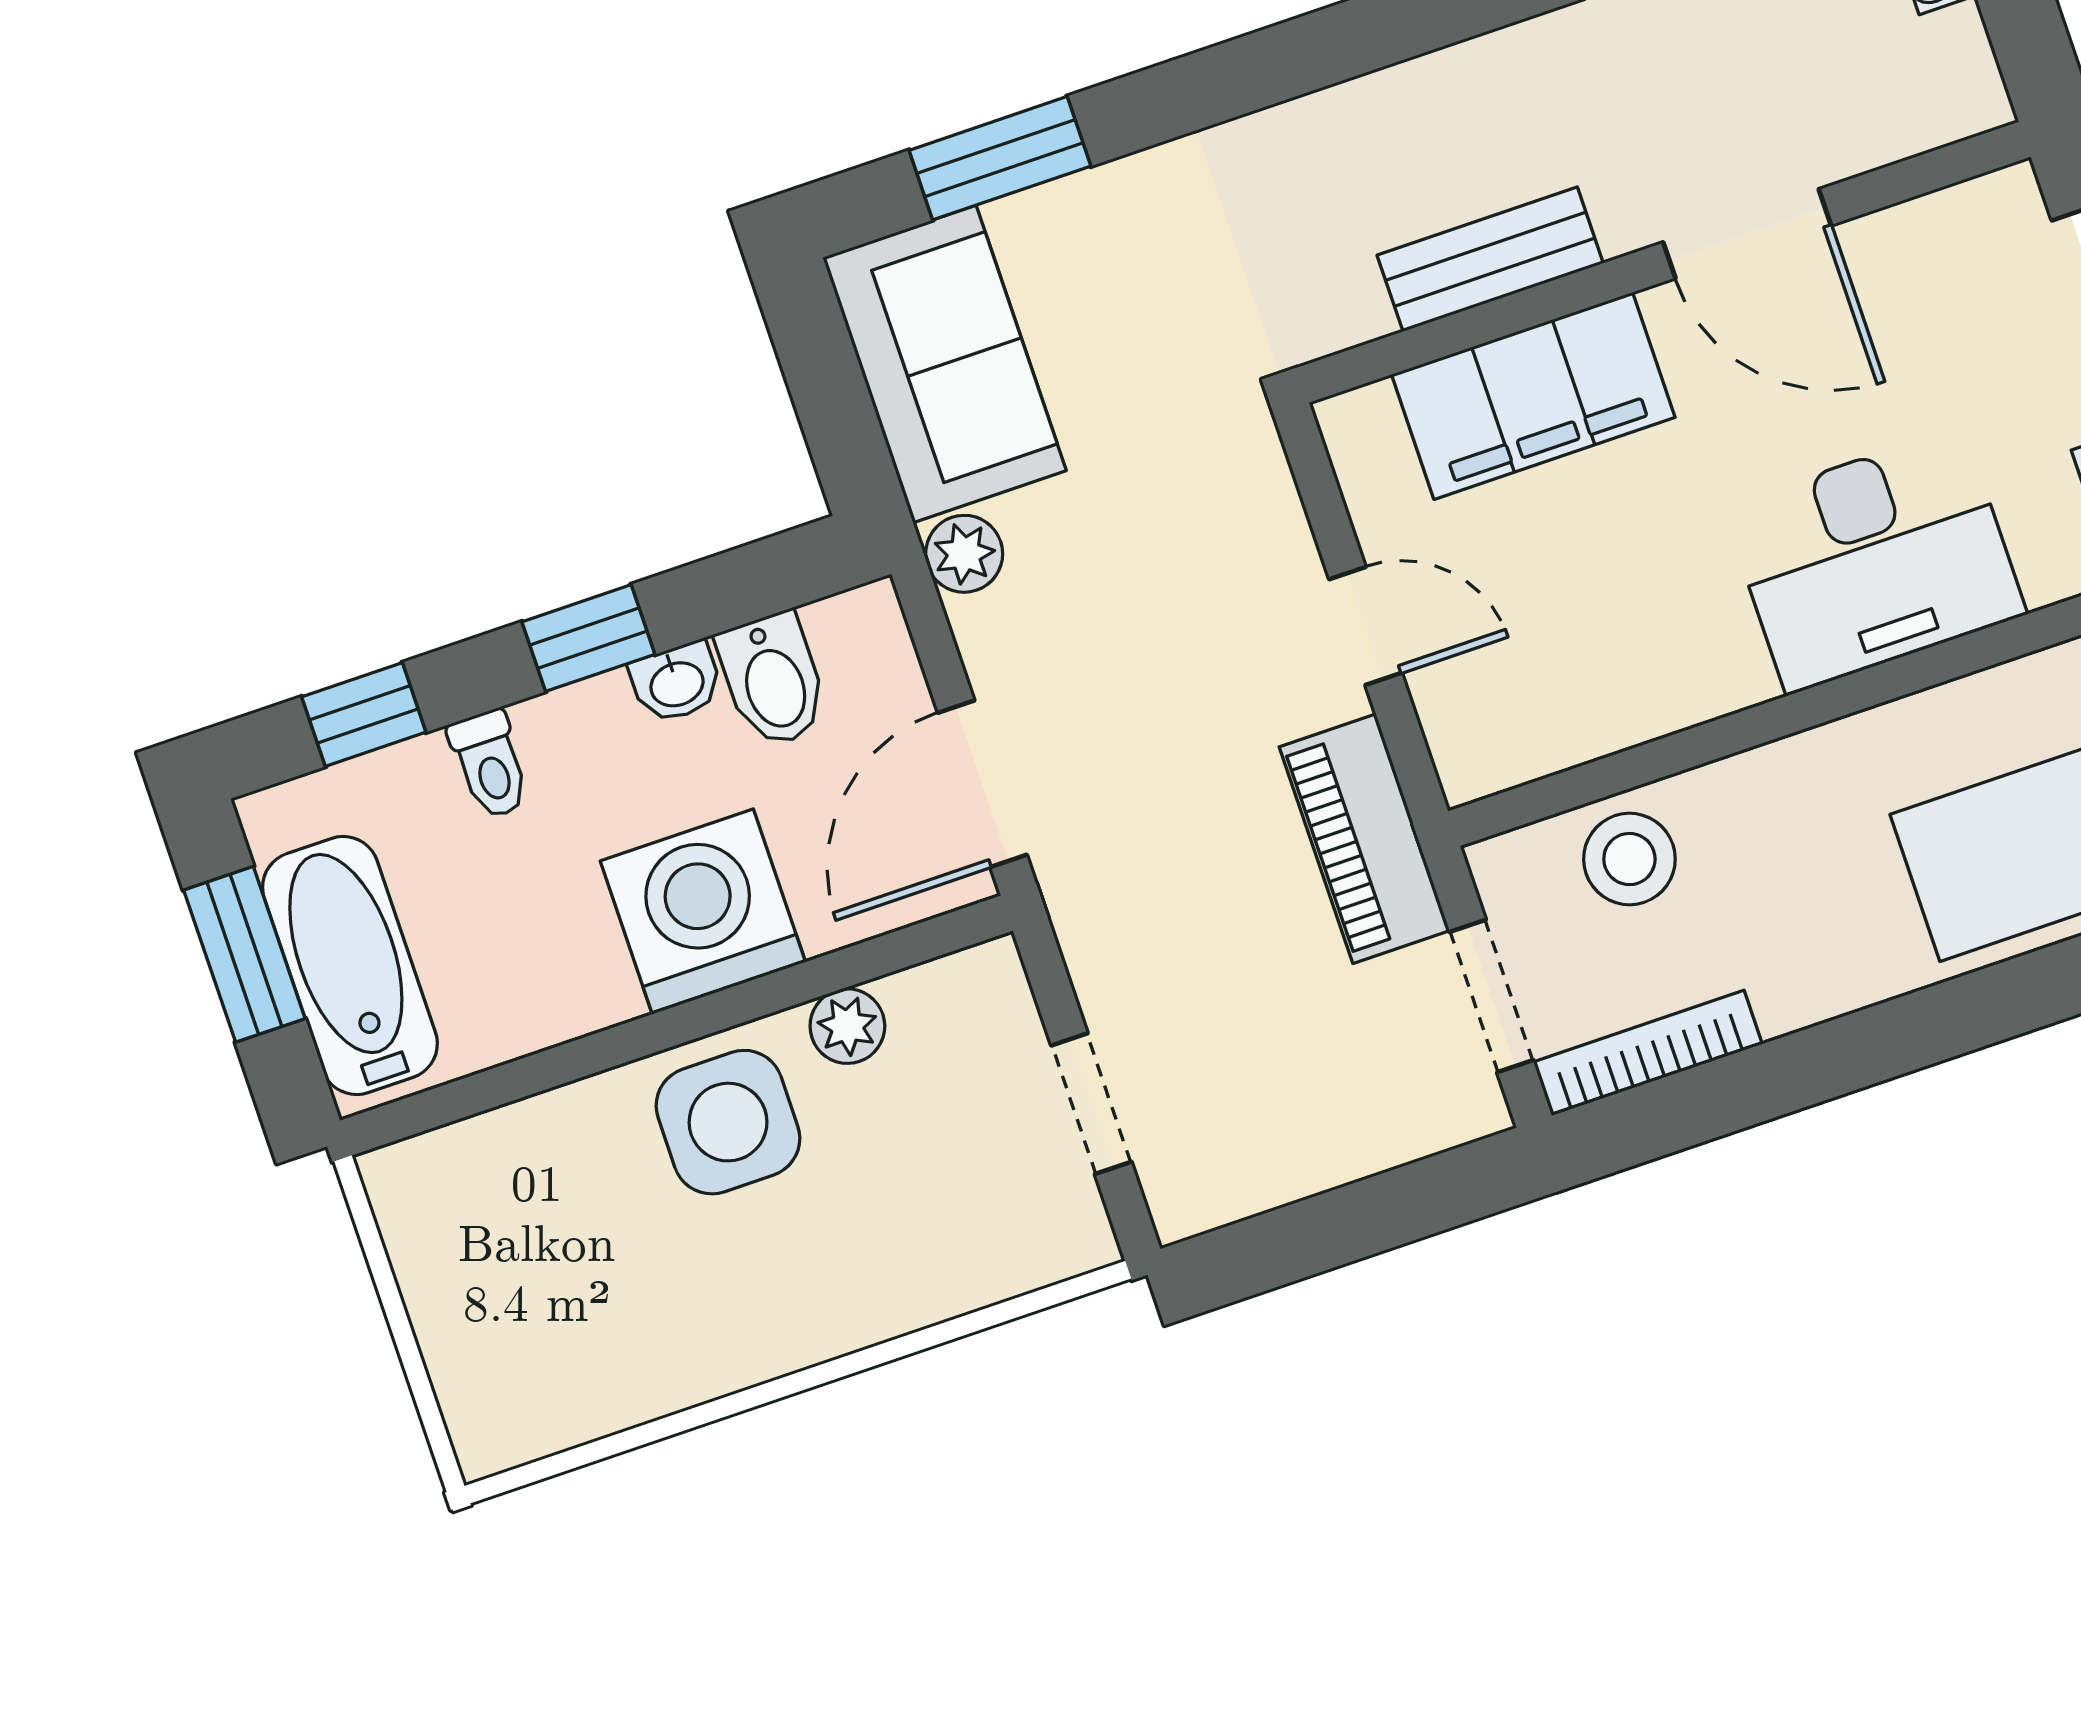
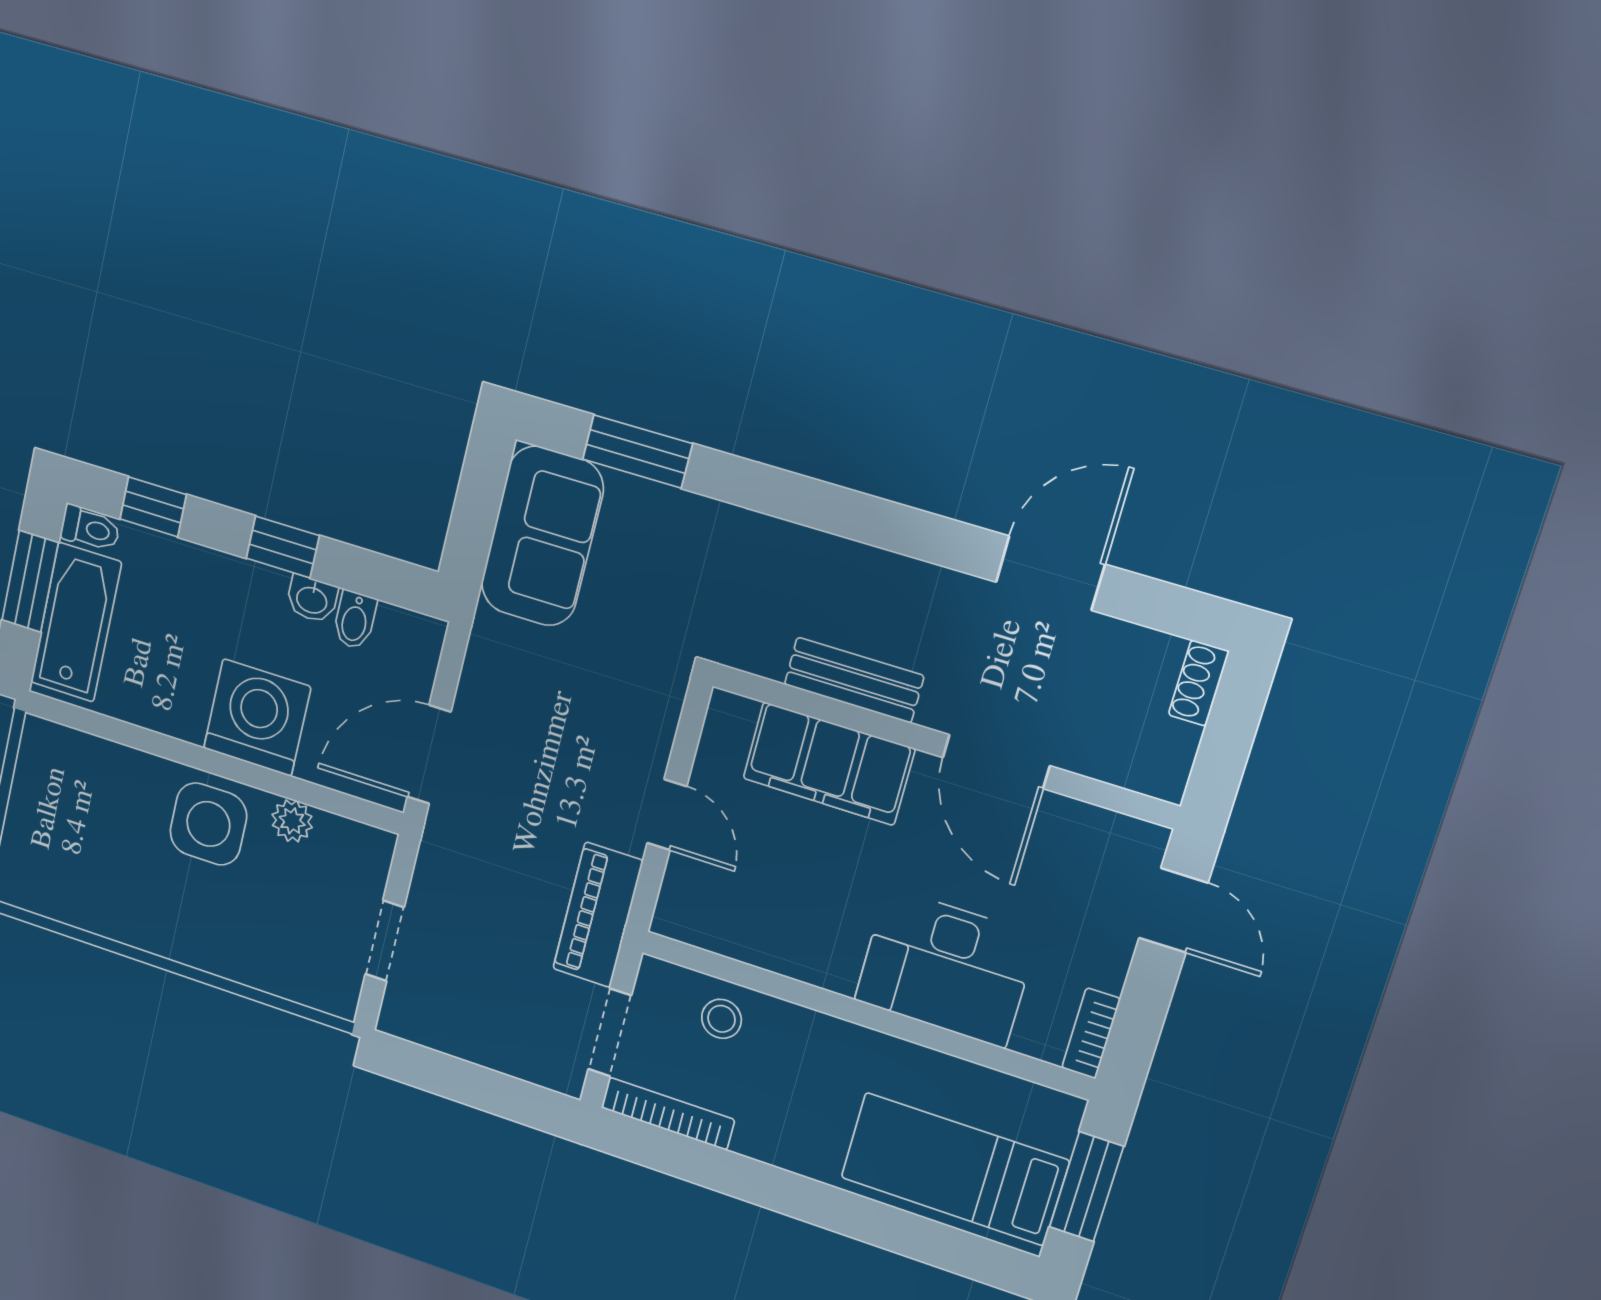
plant: (964, 554) -> (492, 637), removed
bidet: (773, 680) -> (355, 620), width x0.72, depth x0.74
toilet: (490, 764) -> (90, 528), moved, turned -90
stool: (1629, 859) -> (722, 1019), width x0.73, depth x0.73

